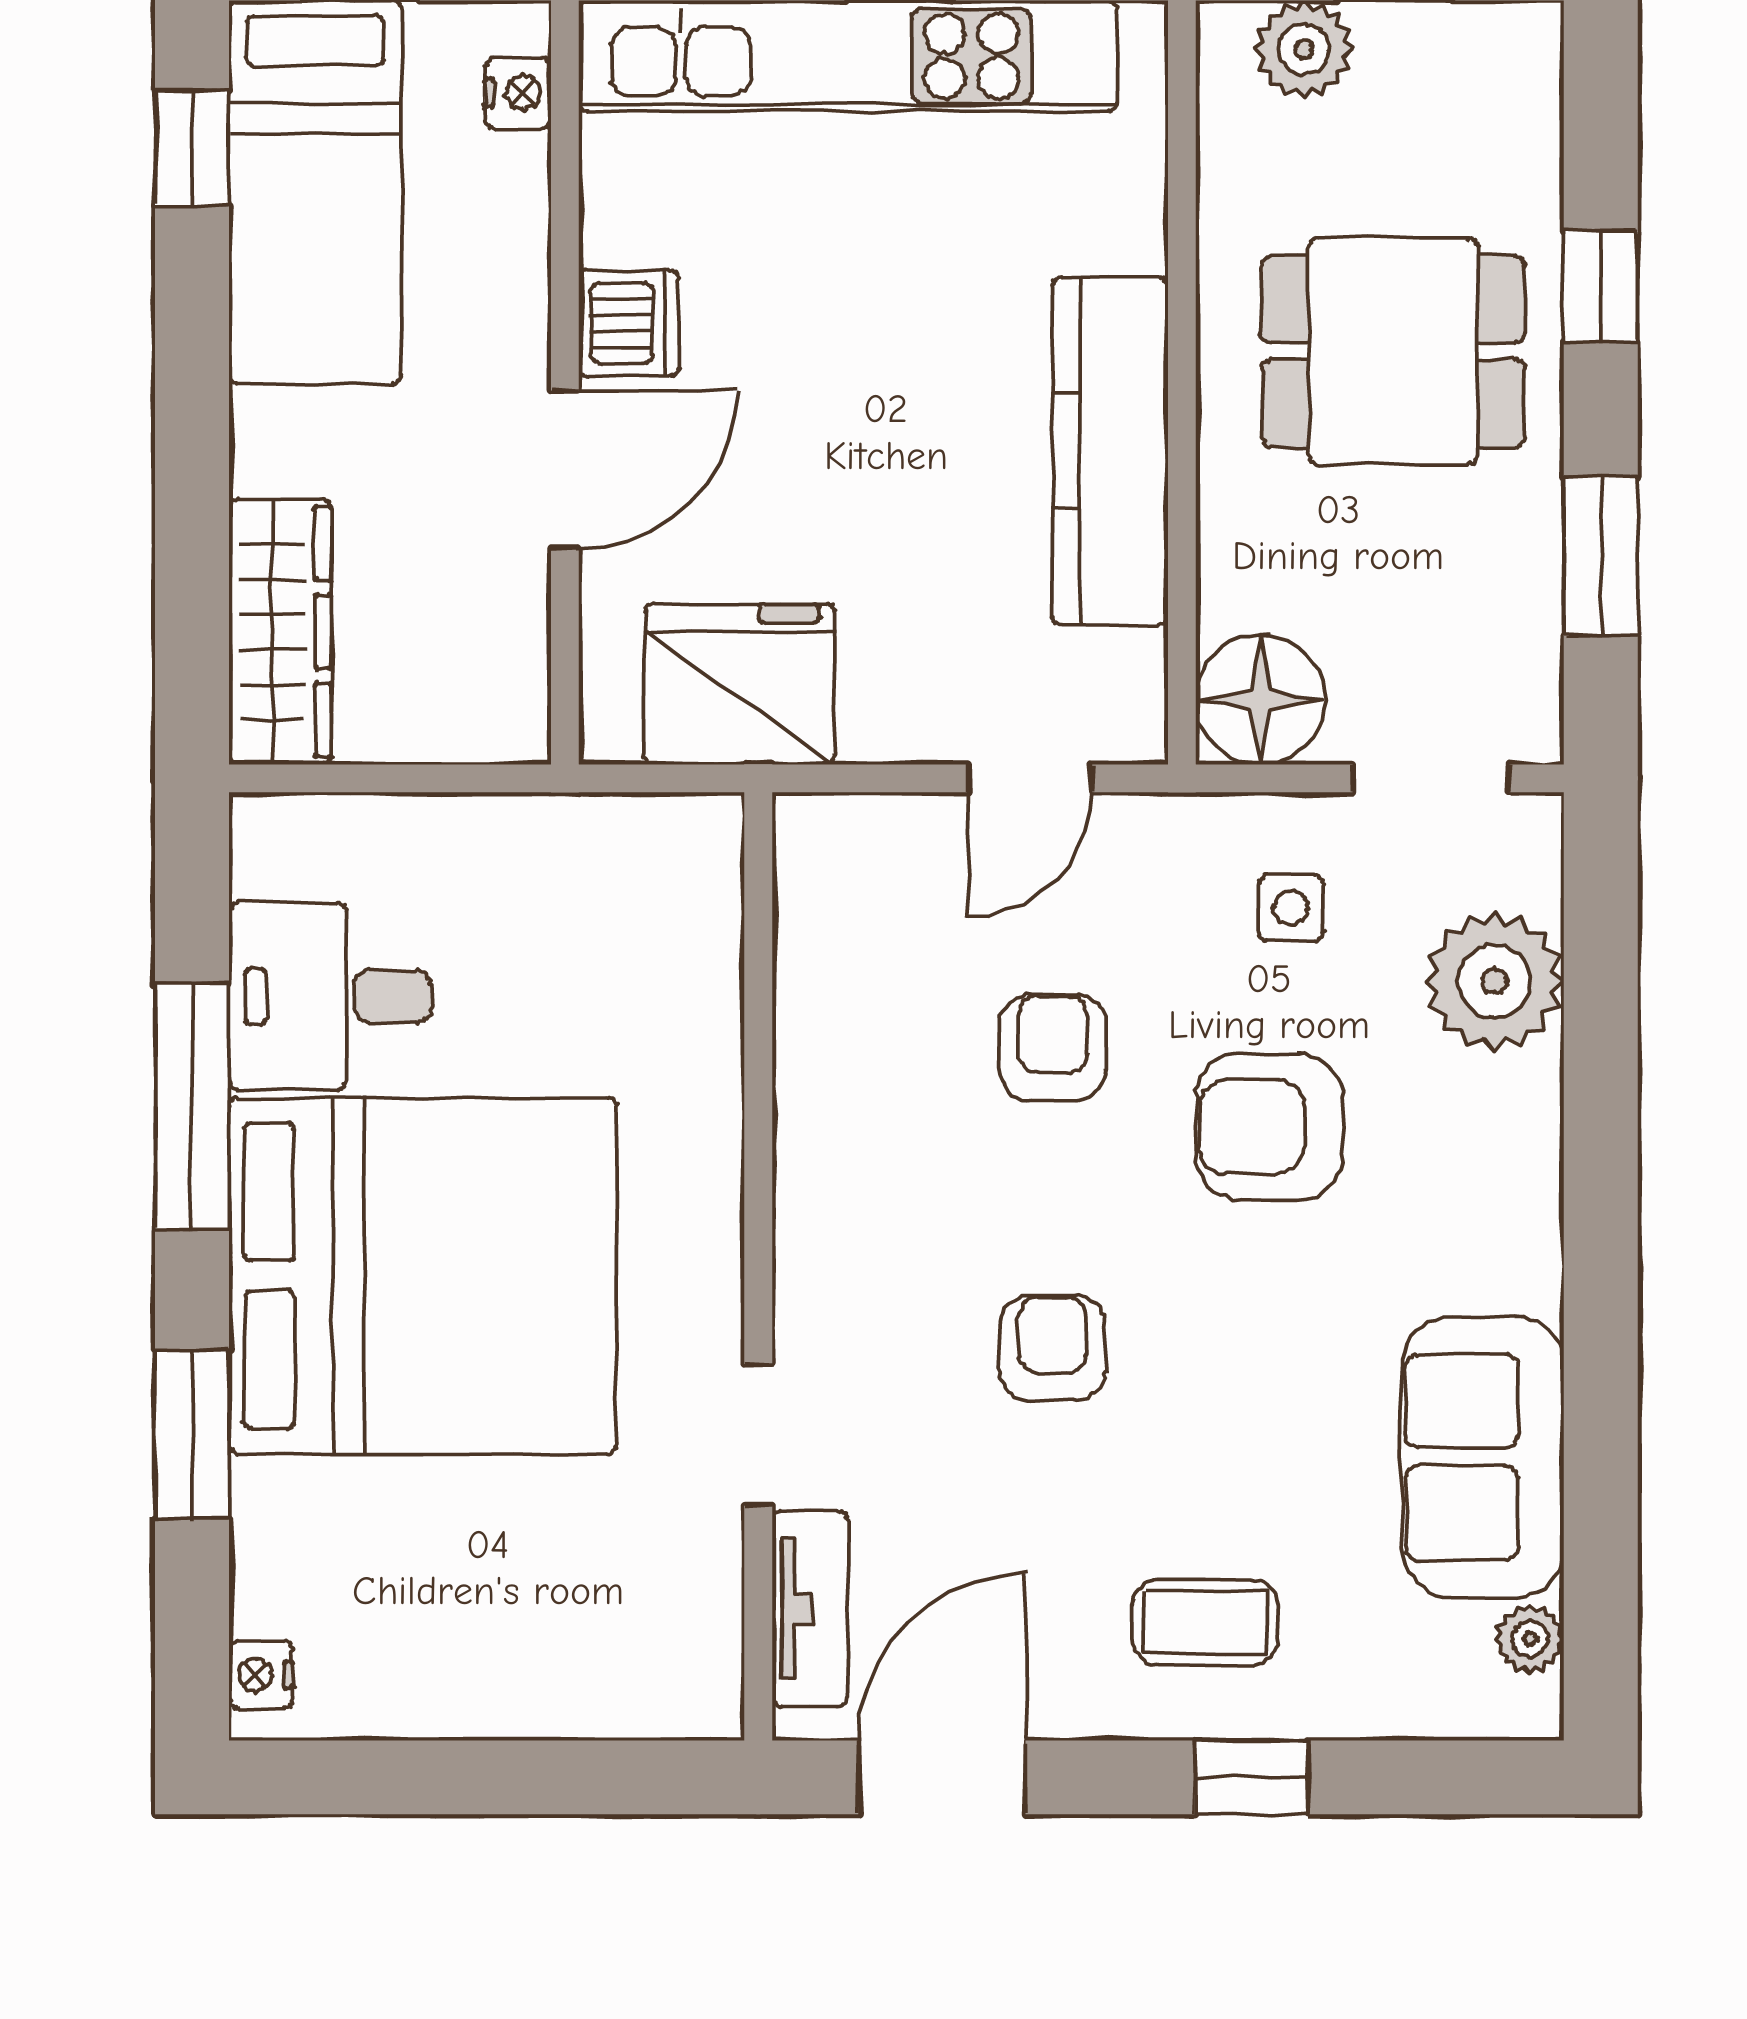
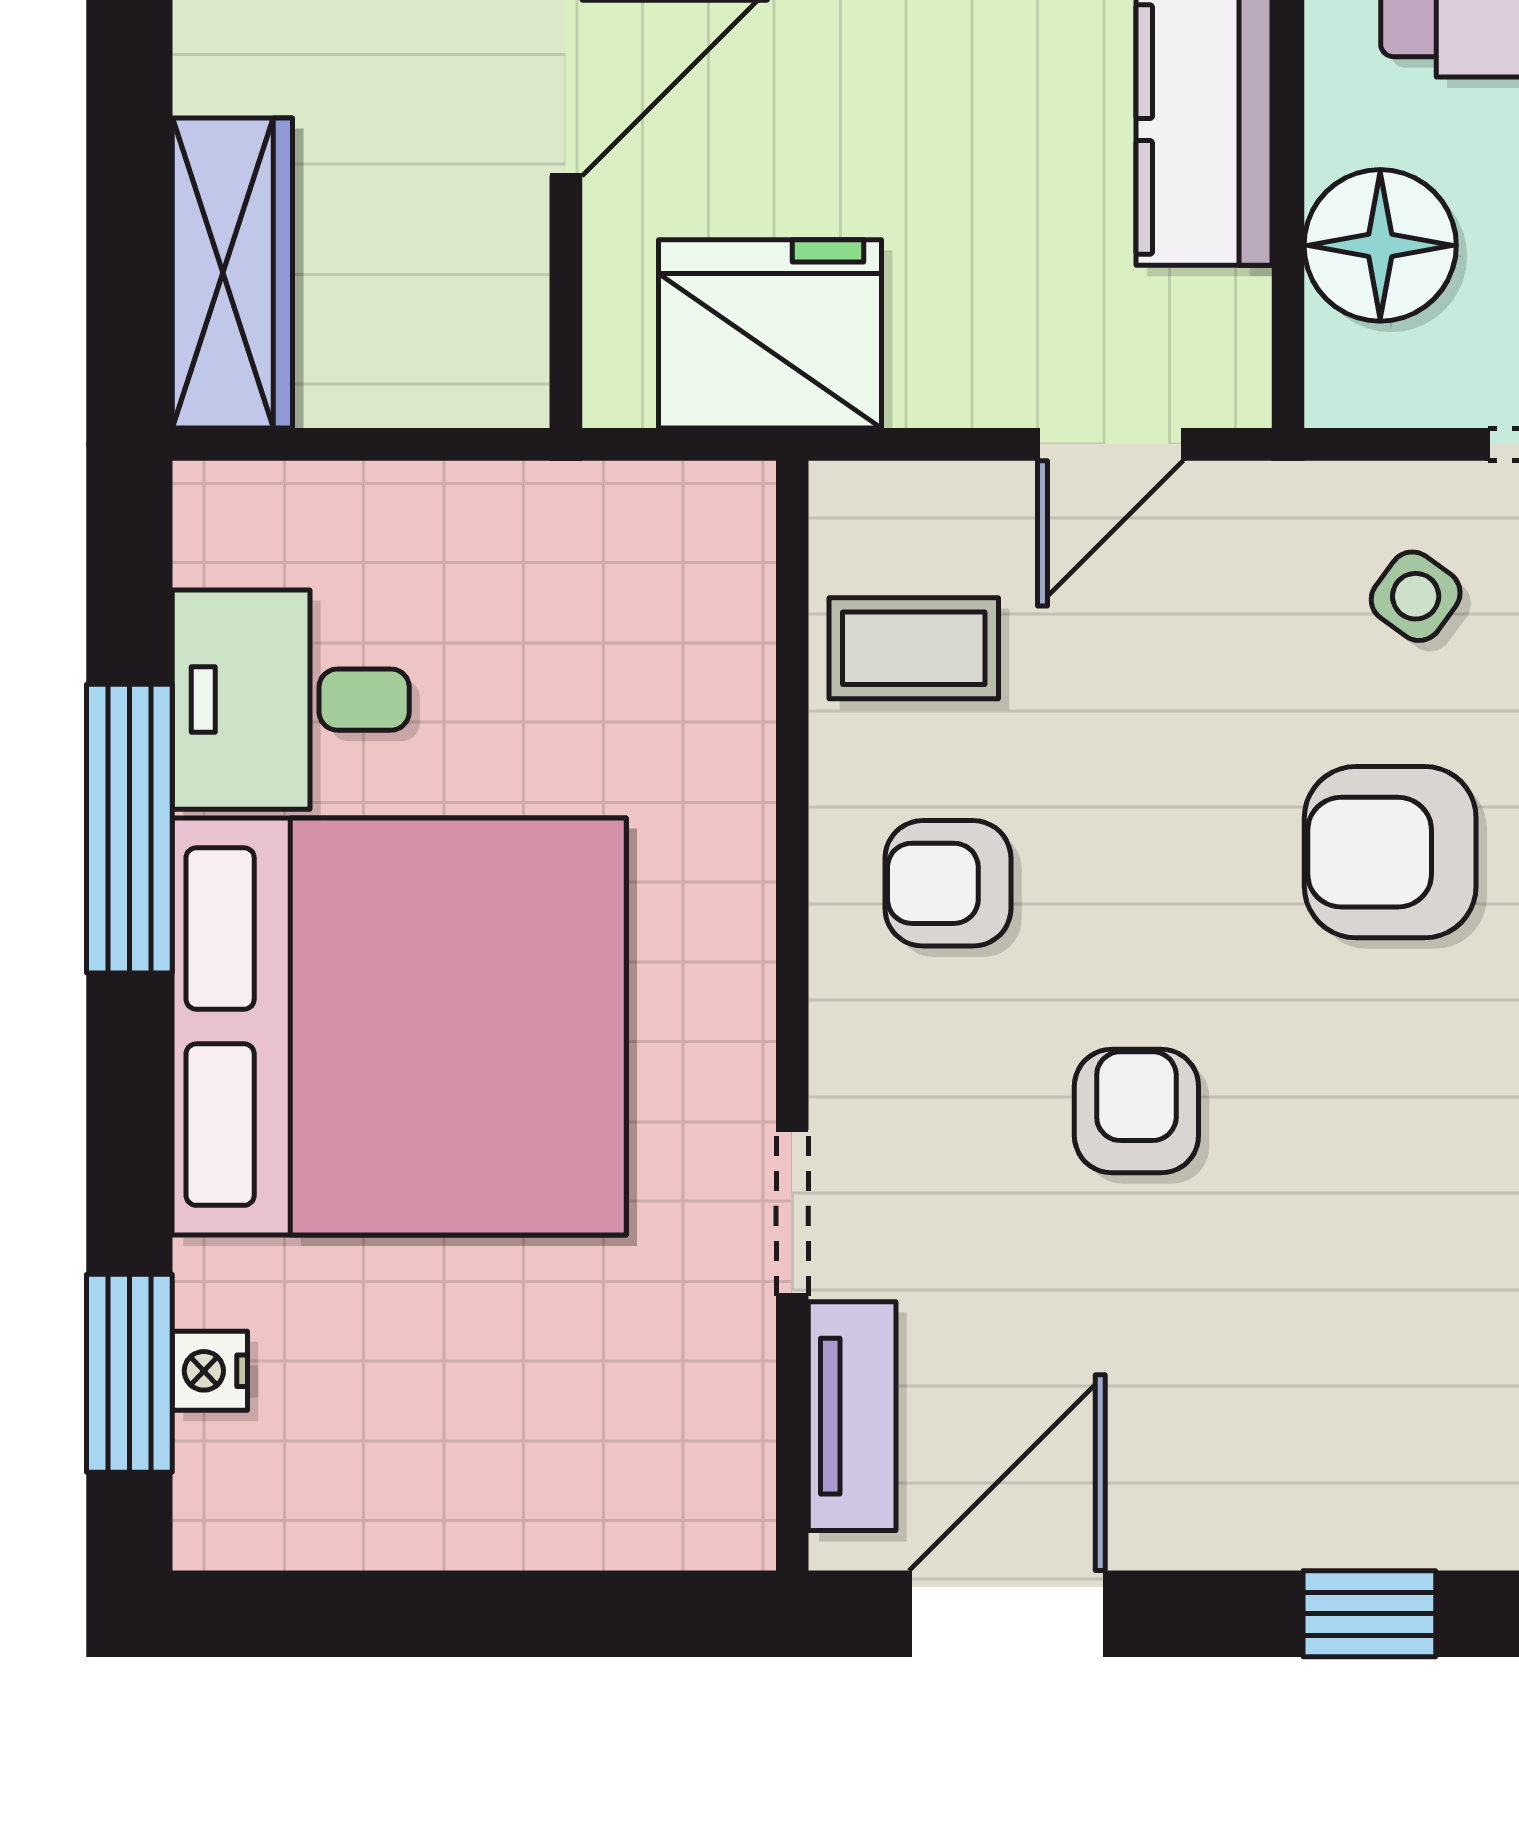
floor lamp: (1261, 700) -> (1380, 245), moved
side table: (1291, 908) -> (1416, 596), turned 36
armchair: (1053, 1047) -> (948, 883), moved, turned -90
window: (192, 1434) -> (129, 1373), moved
coffee table: (1205, 1622) -> (914, 648), moved
nightstand: (261, 1675) -> (210, 1371), moved

